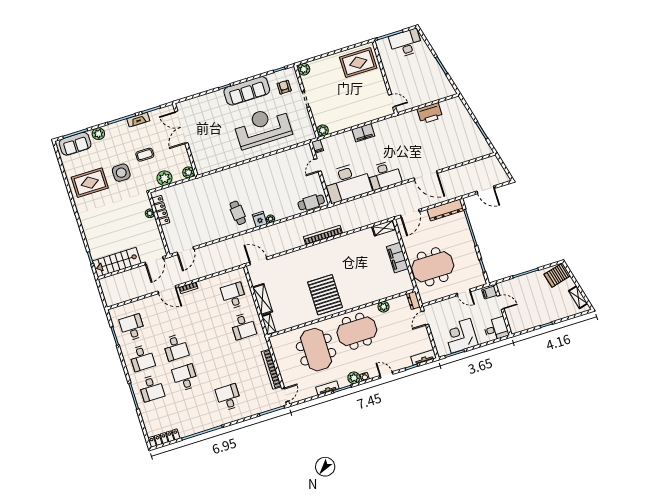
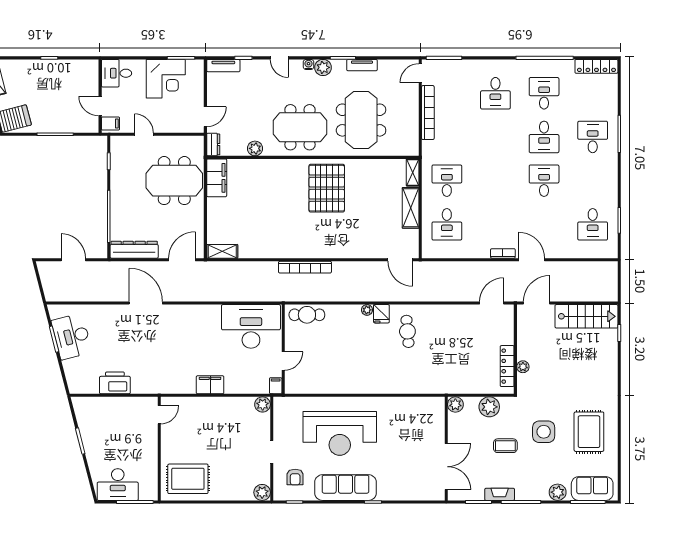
door: (392, 101) -> (159, 415), swing flipped
desk: (384, 175) -> (72, 337), moved, turned -104
rug: (90, 183) -> (589, 432), turned 90
filing cabinet: (397, 258) -> (217, 178), moved
desk: (142, 358) -> (544, 93), moved

